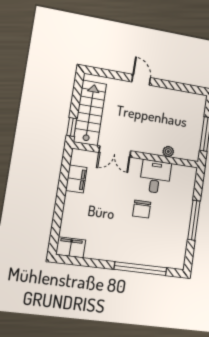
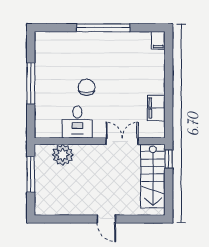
plant: (168, 152) -> (63, 155), width x1.87, depth x1.87
filing cabinet: (71, 247) -> (158, 40), width x0.50
window: (141, 269) -> (103, 28), moved

